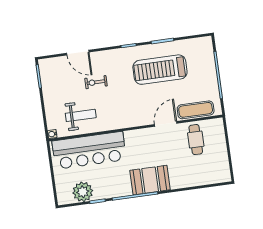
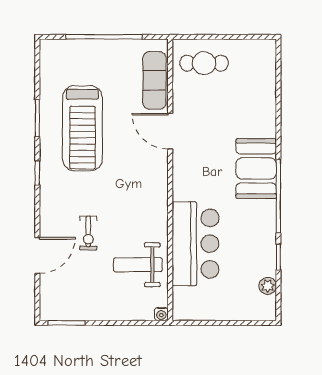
weight bench: (81, 115) -> (138, 265), turned -90
cafe table: (196, 140) -> (204, 63), moved
bar counter: (89, 150) -> (195, 244), width x0.73
plant: (83, 192) -> (268, 286), width x0.53, depth x0.53

